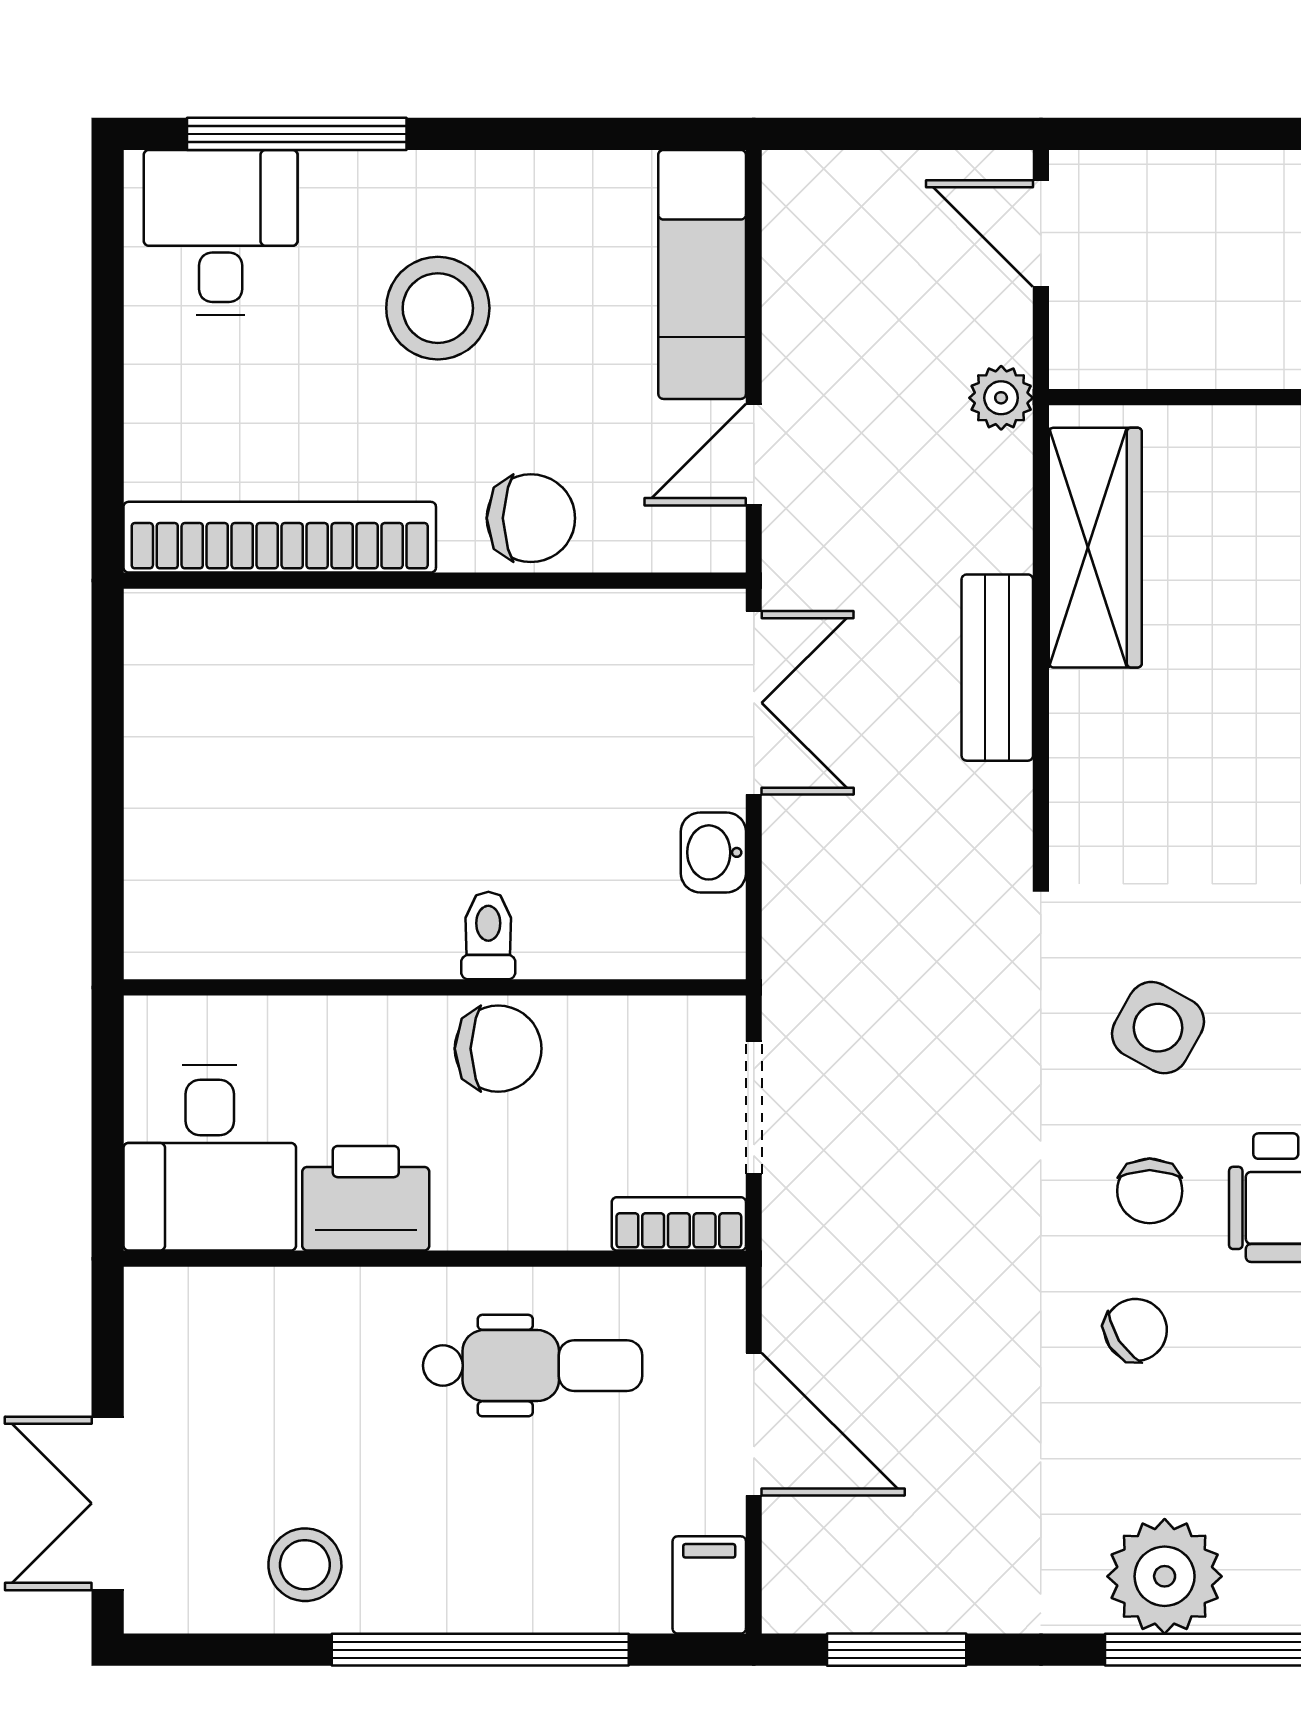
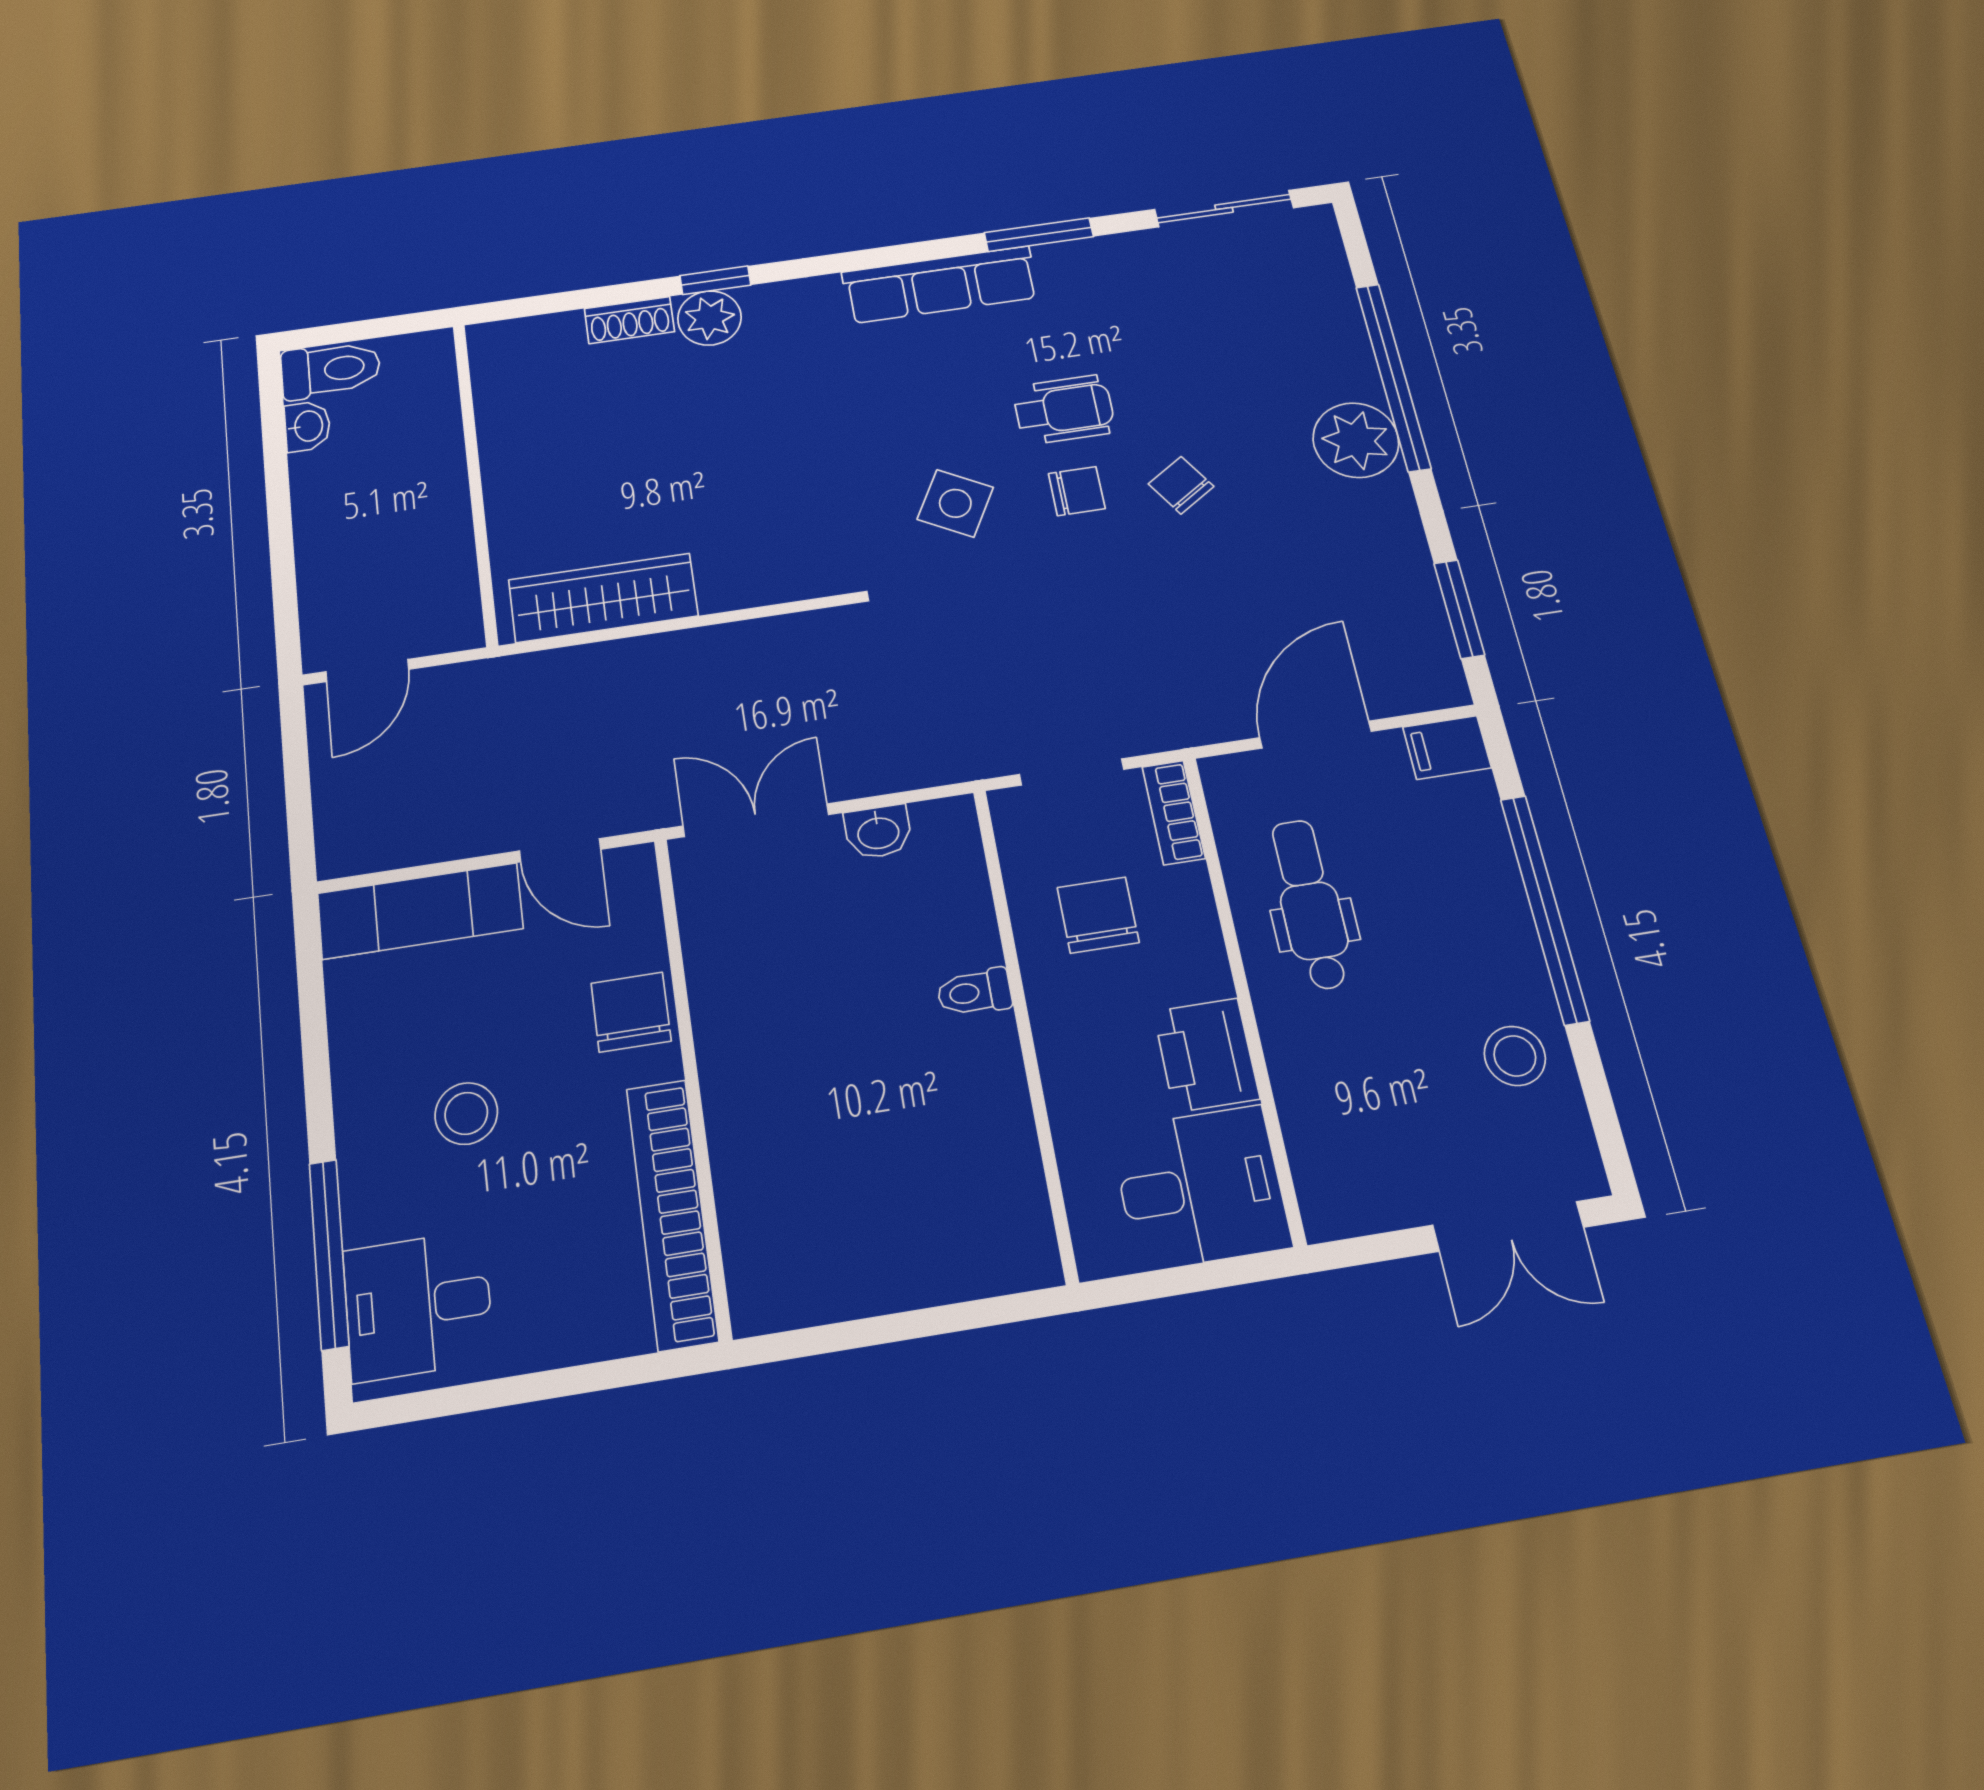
stool: (438, 308) -> (466, 1114), width x0.73, depth x0.73
plant: (1001, 398) -> (496, 679), removed
bench: (997, 668) -> (703, 651), removed
chair: (498, 1049) -> (1098, 915), moved

